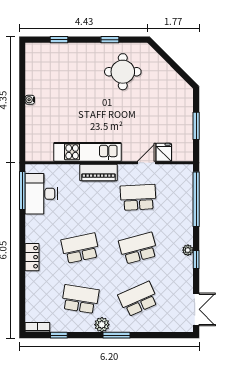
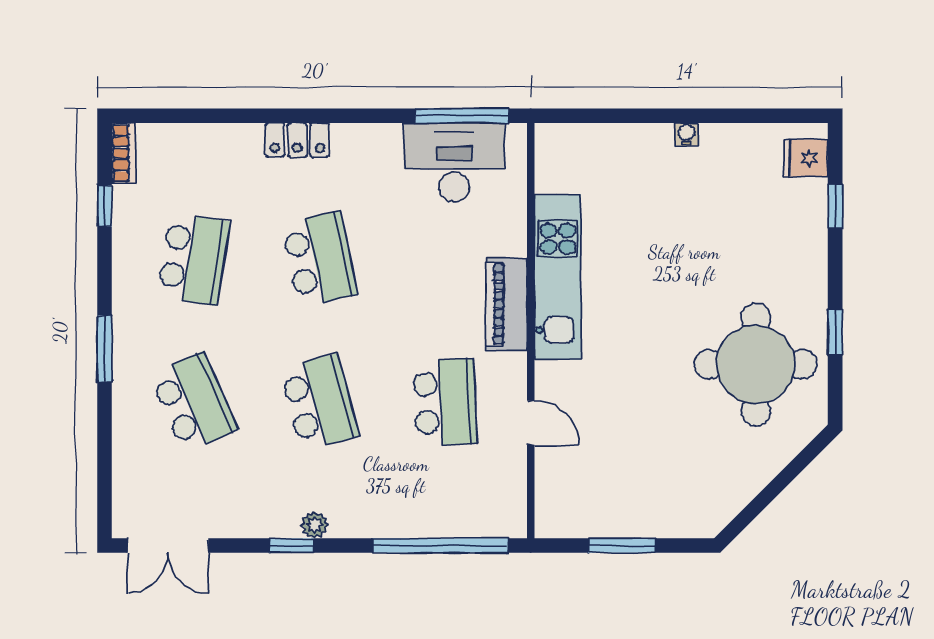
round table: (123, 72) -> (756, 364), width x1.36, depth x1.36
fridge: (164, 152) -> (806, 158), moved, turned 180
plant: (102, 325) -> (130, 312), removed

